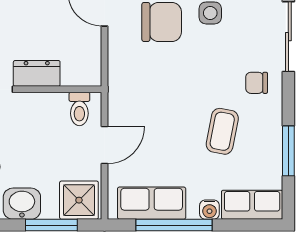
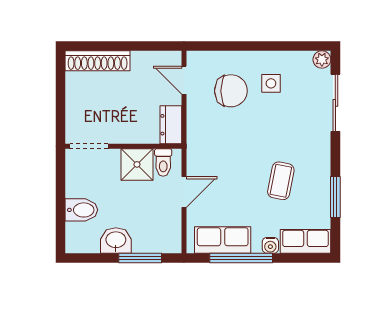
dresser: (37, 73) -> (171, 125), moved, turned -90
chair: (257, 83) -> (309, 141), removed
shower: (79, 200) -> (137, 164), moved

